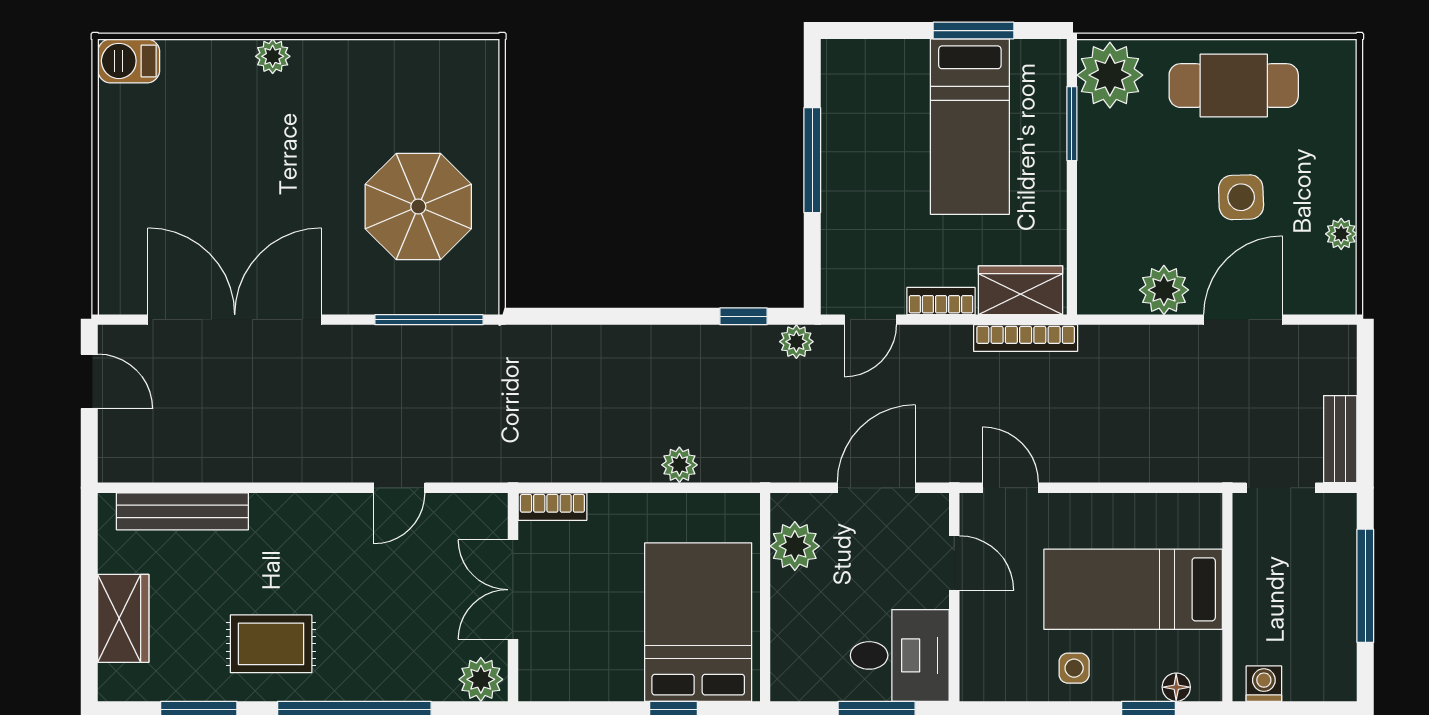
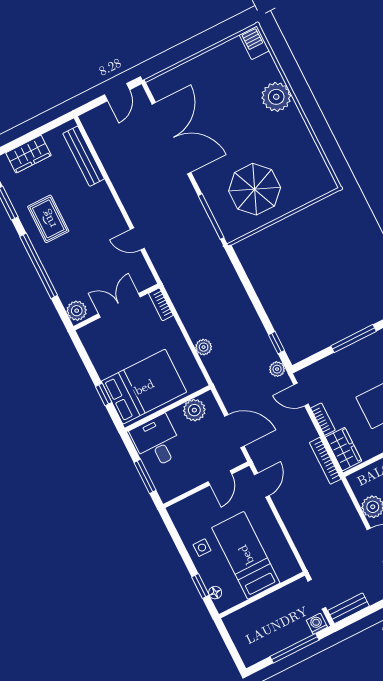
plant: (273, 56) -> (276, 97), width x1.88, depth x1.88
desk: (900, 655) -> (157, 442), moved, turned 180
washing machine: (1264, 684) -> (317, 624), moved, turned -90

